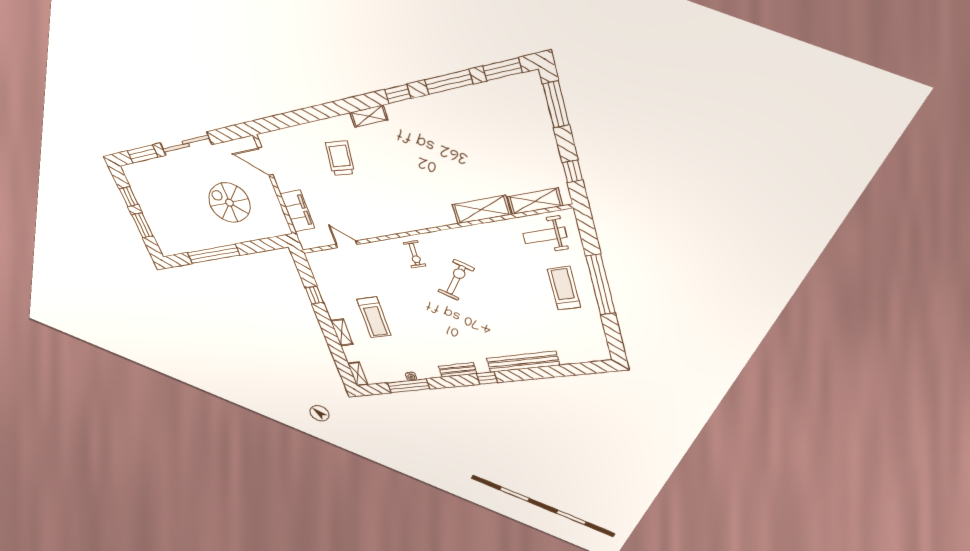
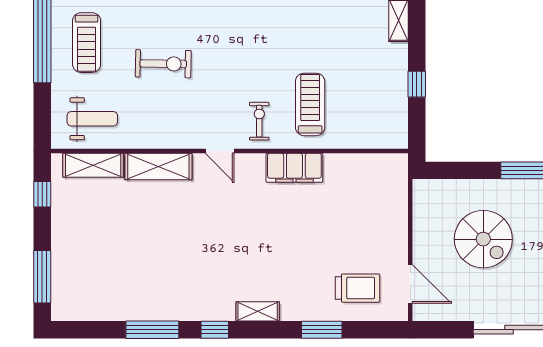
window: (503, 69) -> (322, 330), moved
trolley: (340, 158) -> (358, 288), moved, turned -97
filing cabinet: (298, 211) -> (294, 168), moved, turned -90
door: (346, 244) -> (220, 151), moved
exercise bike: (456, 280) -> (163, 64), moved, turned -128
treadmill: (374, 317) -> (310, 104), moved

